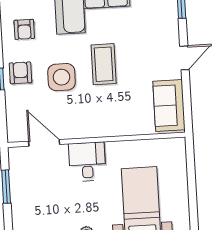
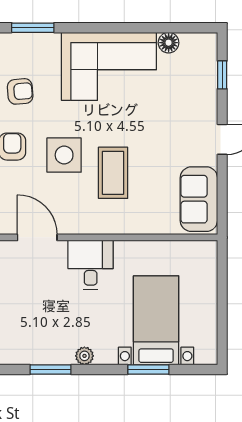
armchair: (24, 29) -> (20, 91), turned -95
coffee table: (104, 64) -> (113, 173), moved

